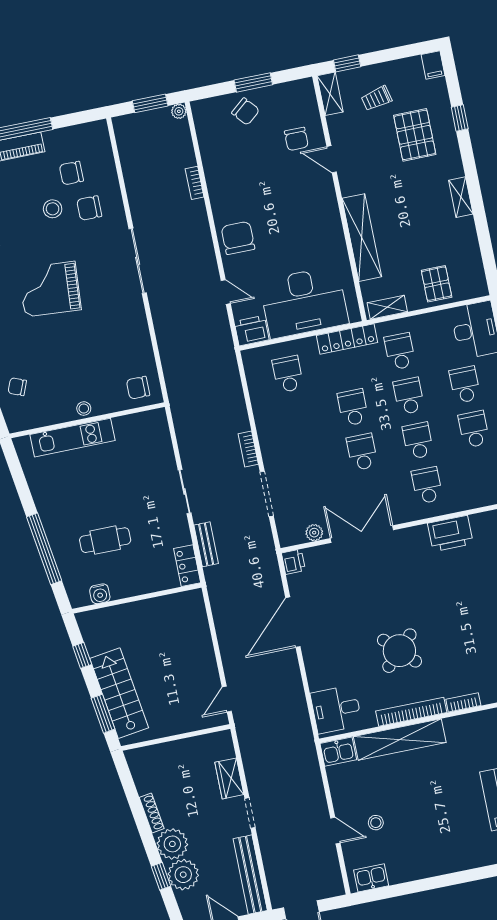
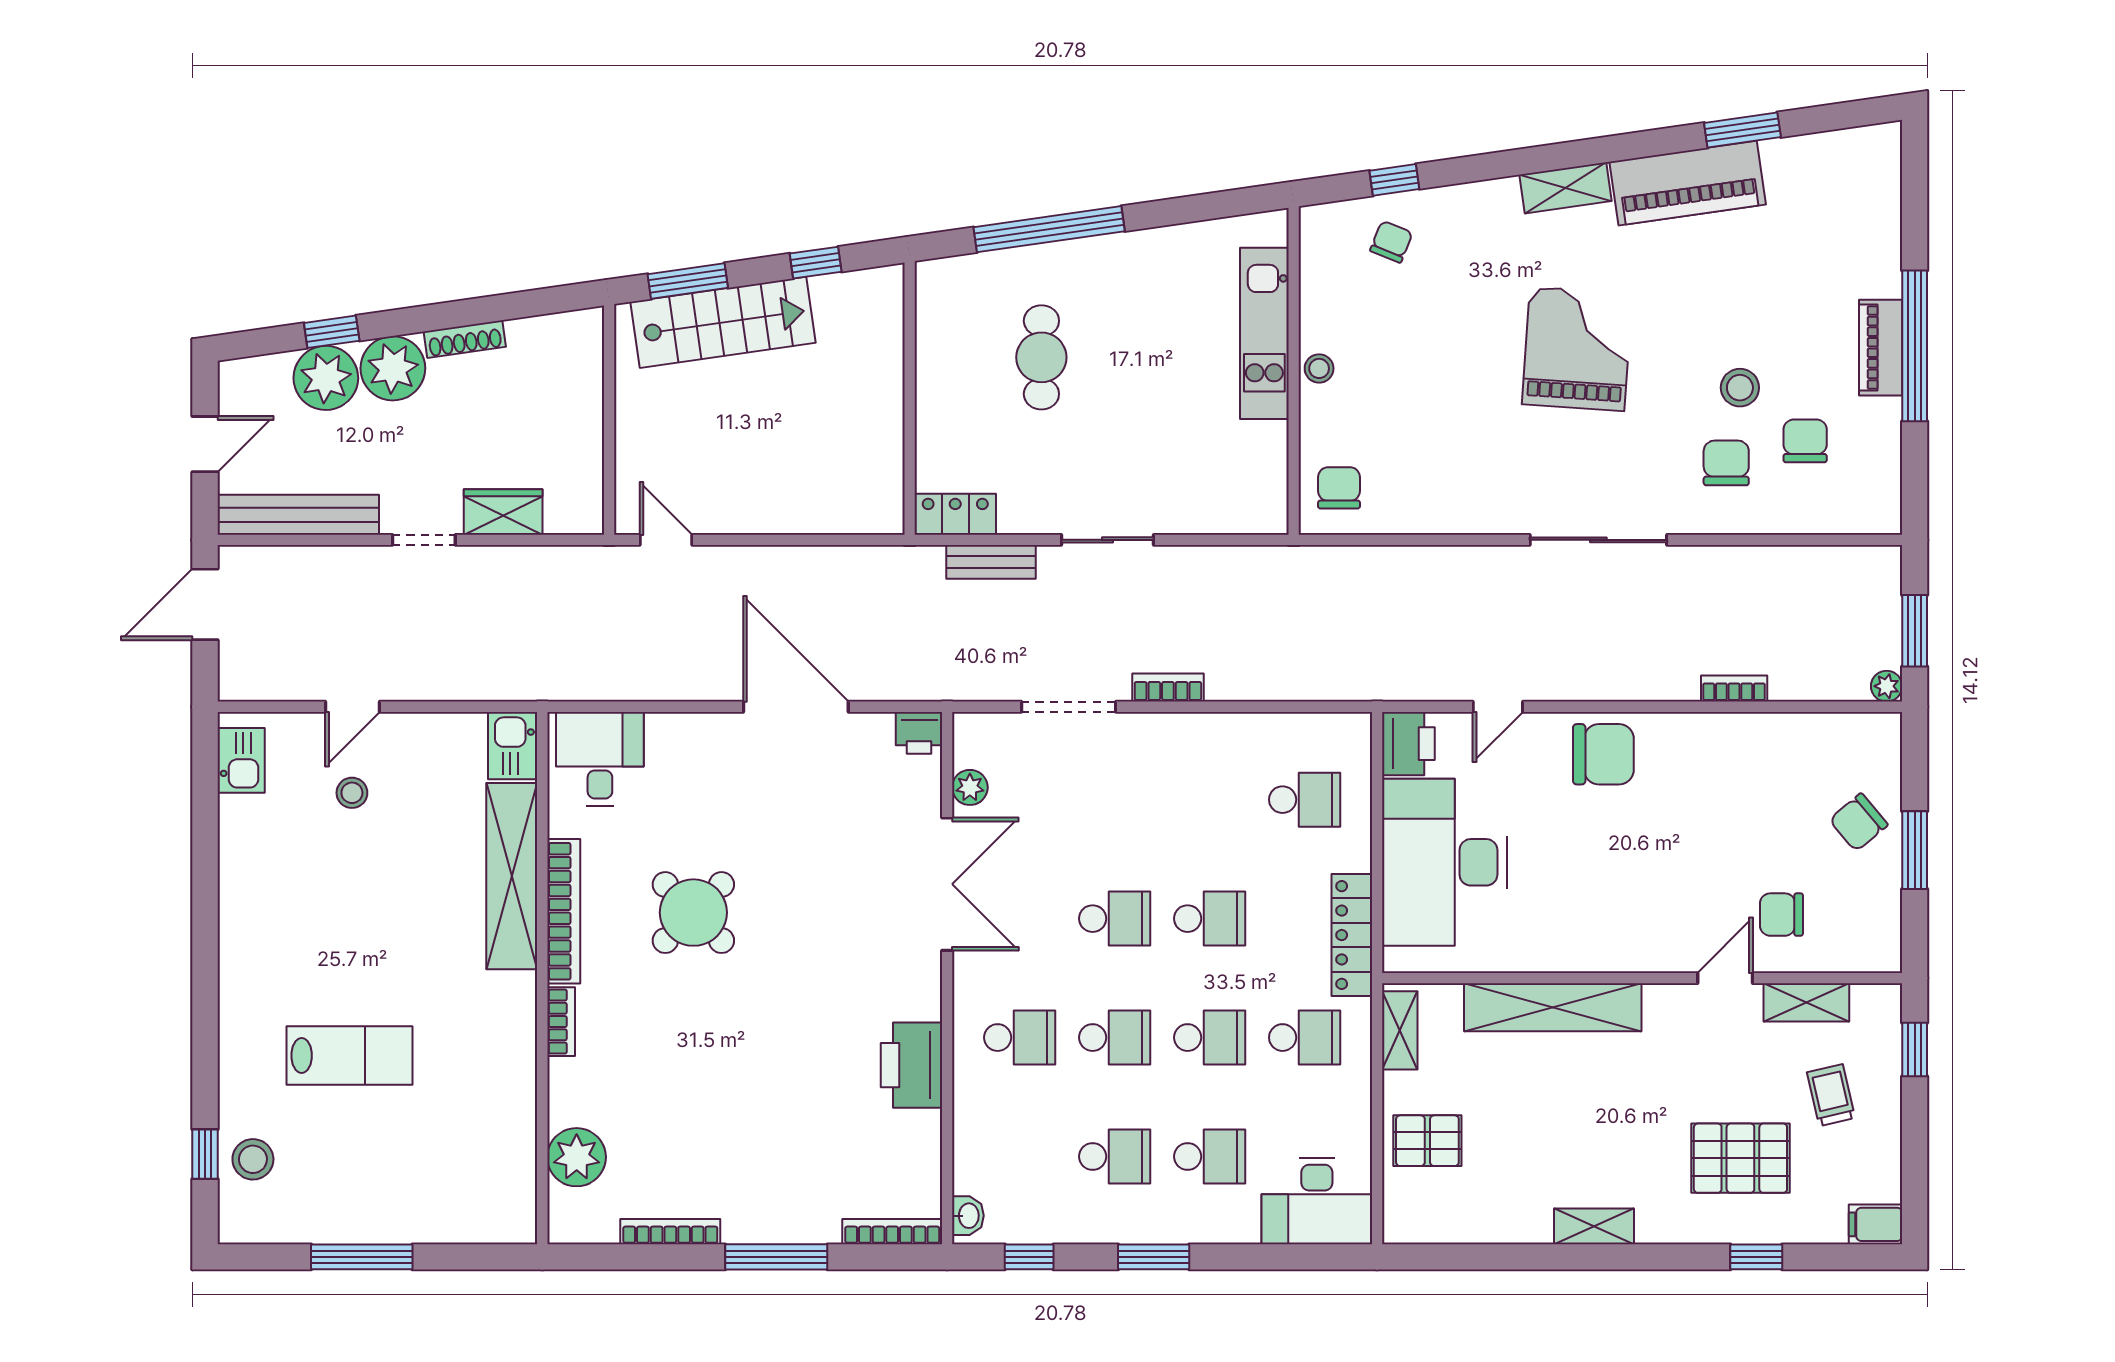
shelving: (330, 94) -> (1806, 1002), moved
water cooler: (100, 594) -> (934, 324), removed

